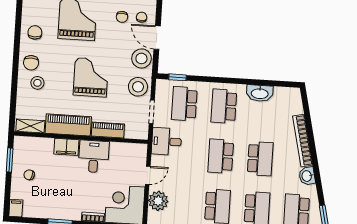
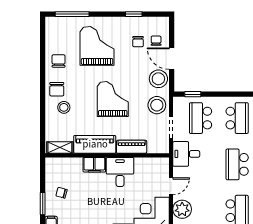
school desk: (224, 106) -> (237, 118), turned 180
window: (10, 160) -> (43, 204), moved

